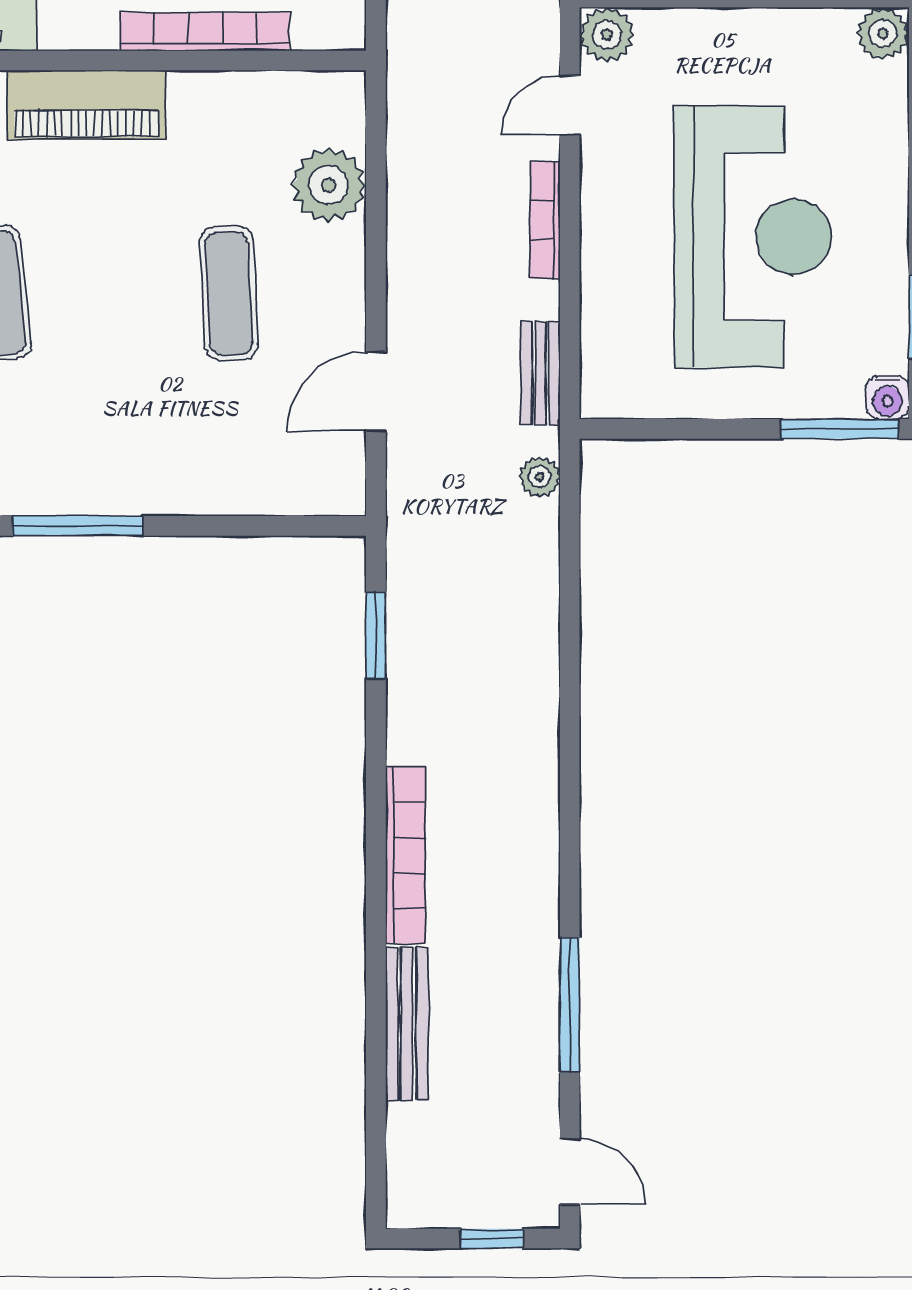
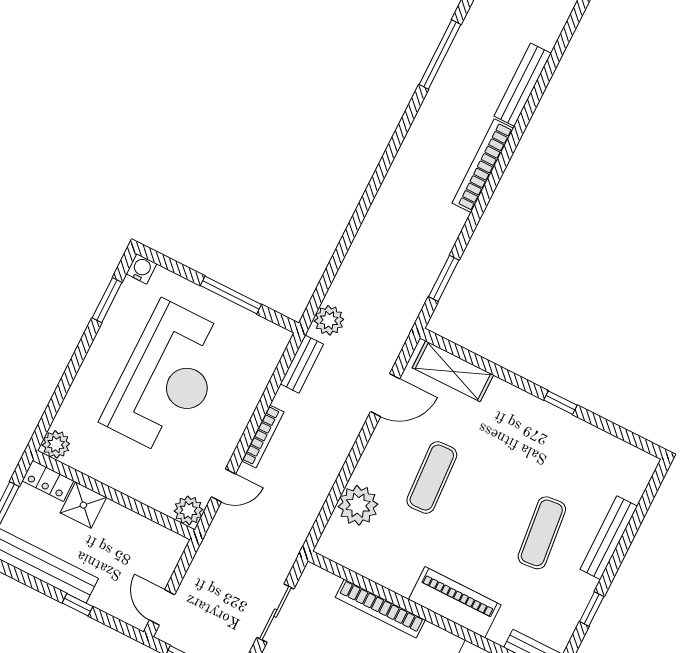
reception desk: (753, 237) -> (167, 378), turned 180
window: (840, 429) -> (231, 295), moved
plant: (540, 477) -> (329, 320), width x1.38, depth x1.38
shelving: (283, 488) -> (453, 371), added
window: (77, 526) -> (560, 403), width x0.46

